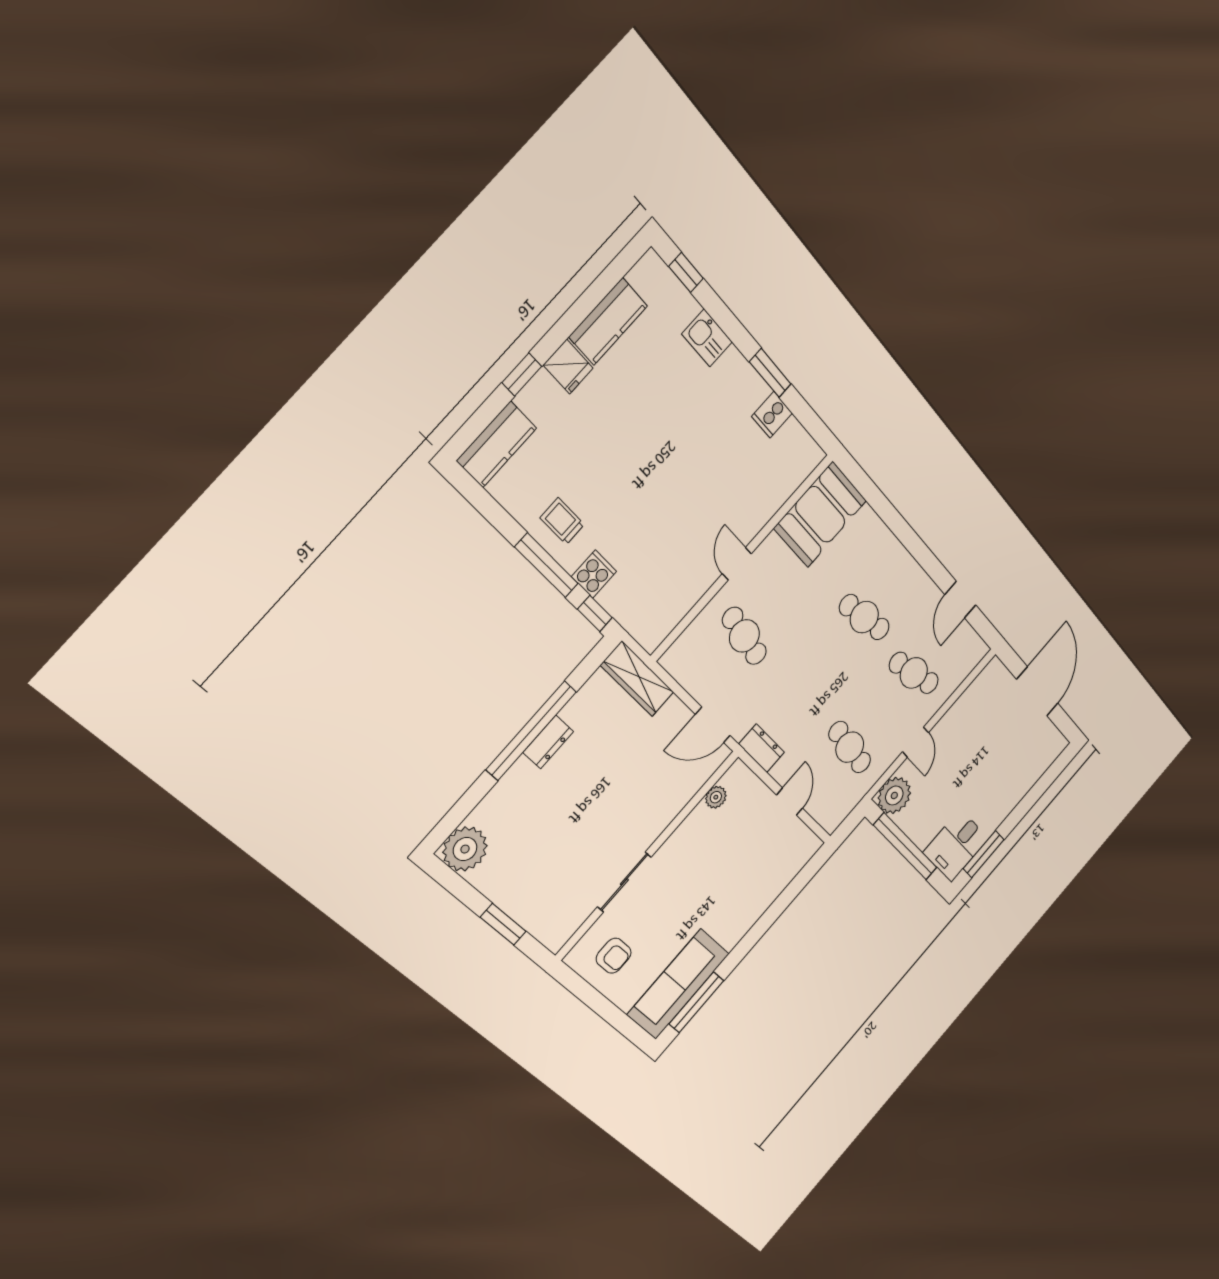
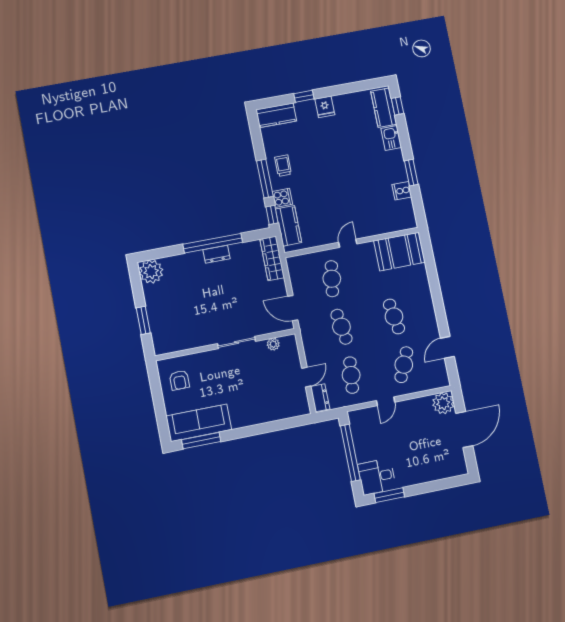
kitchen counter: (608, 321) -> (384, 108), moved, turned 90
kitchen counter: (631, 610) -> (289, 226), added
cafe table: (914, 673) -> (404, 365), turned 36
cafe table: (798, 693) -> (341, 327), added
dresser: (761, 748) -> (320, 398), moved
plant: (894, 795) -> (443, 403), moved
sliding door: (624, 882) -> (236, 342), moved

